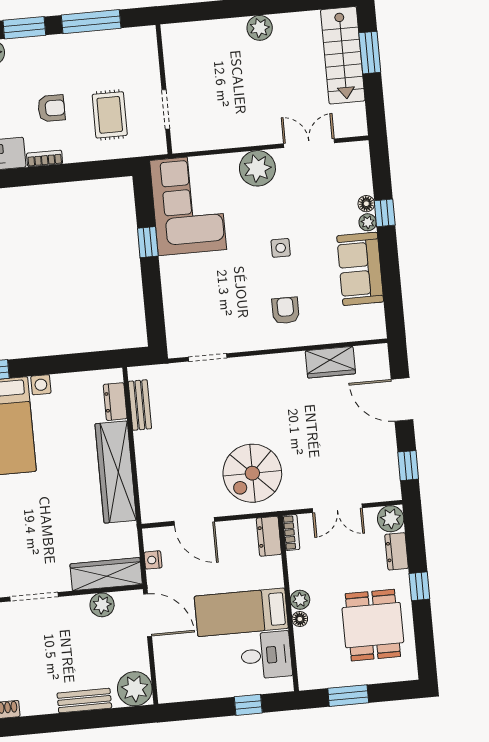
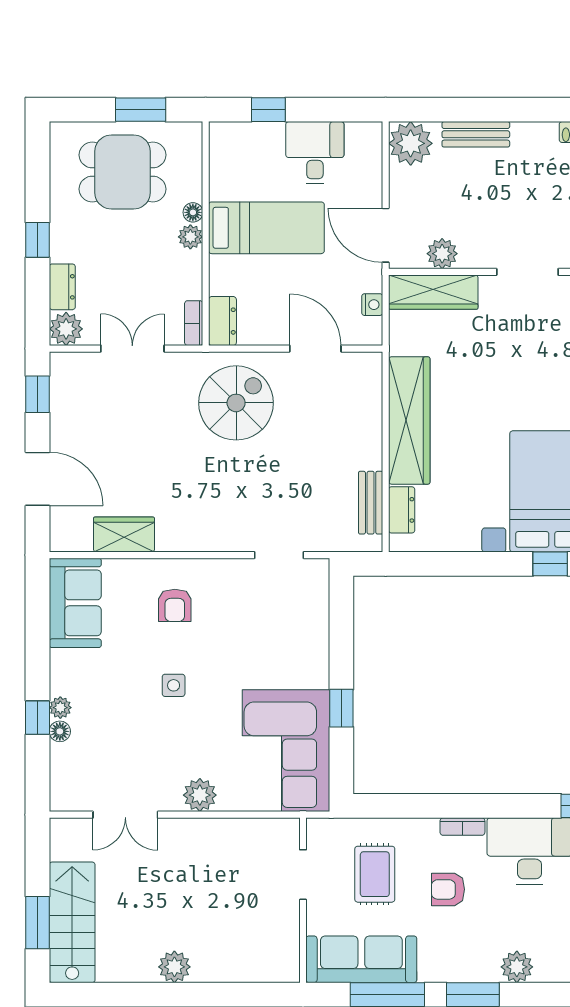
sofa: (114, 47) -> (361, 959), added
plant: (257, 168) -> (200, 795), width x0.73, depth x0.73
sofa: (360, 269) -> (75, 603), moved
dining table: (373, 625) -> (123, 172), moved, turned 90
desk: (266, 655) -> (315, 153), moved, turned 90

